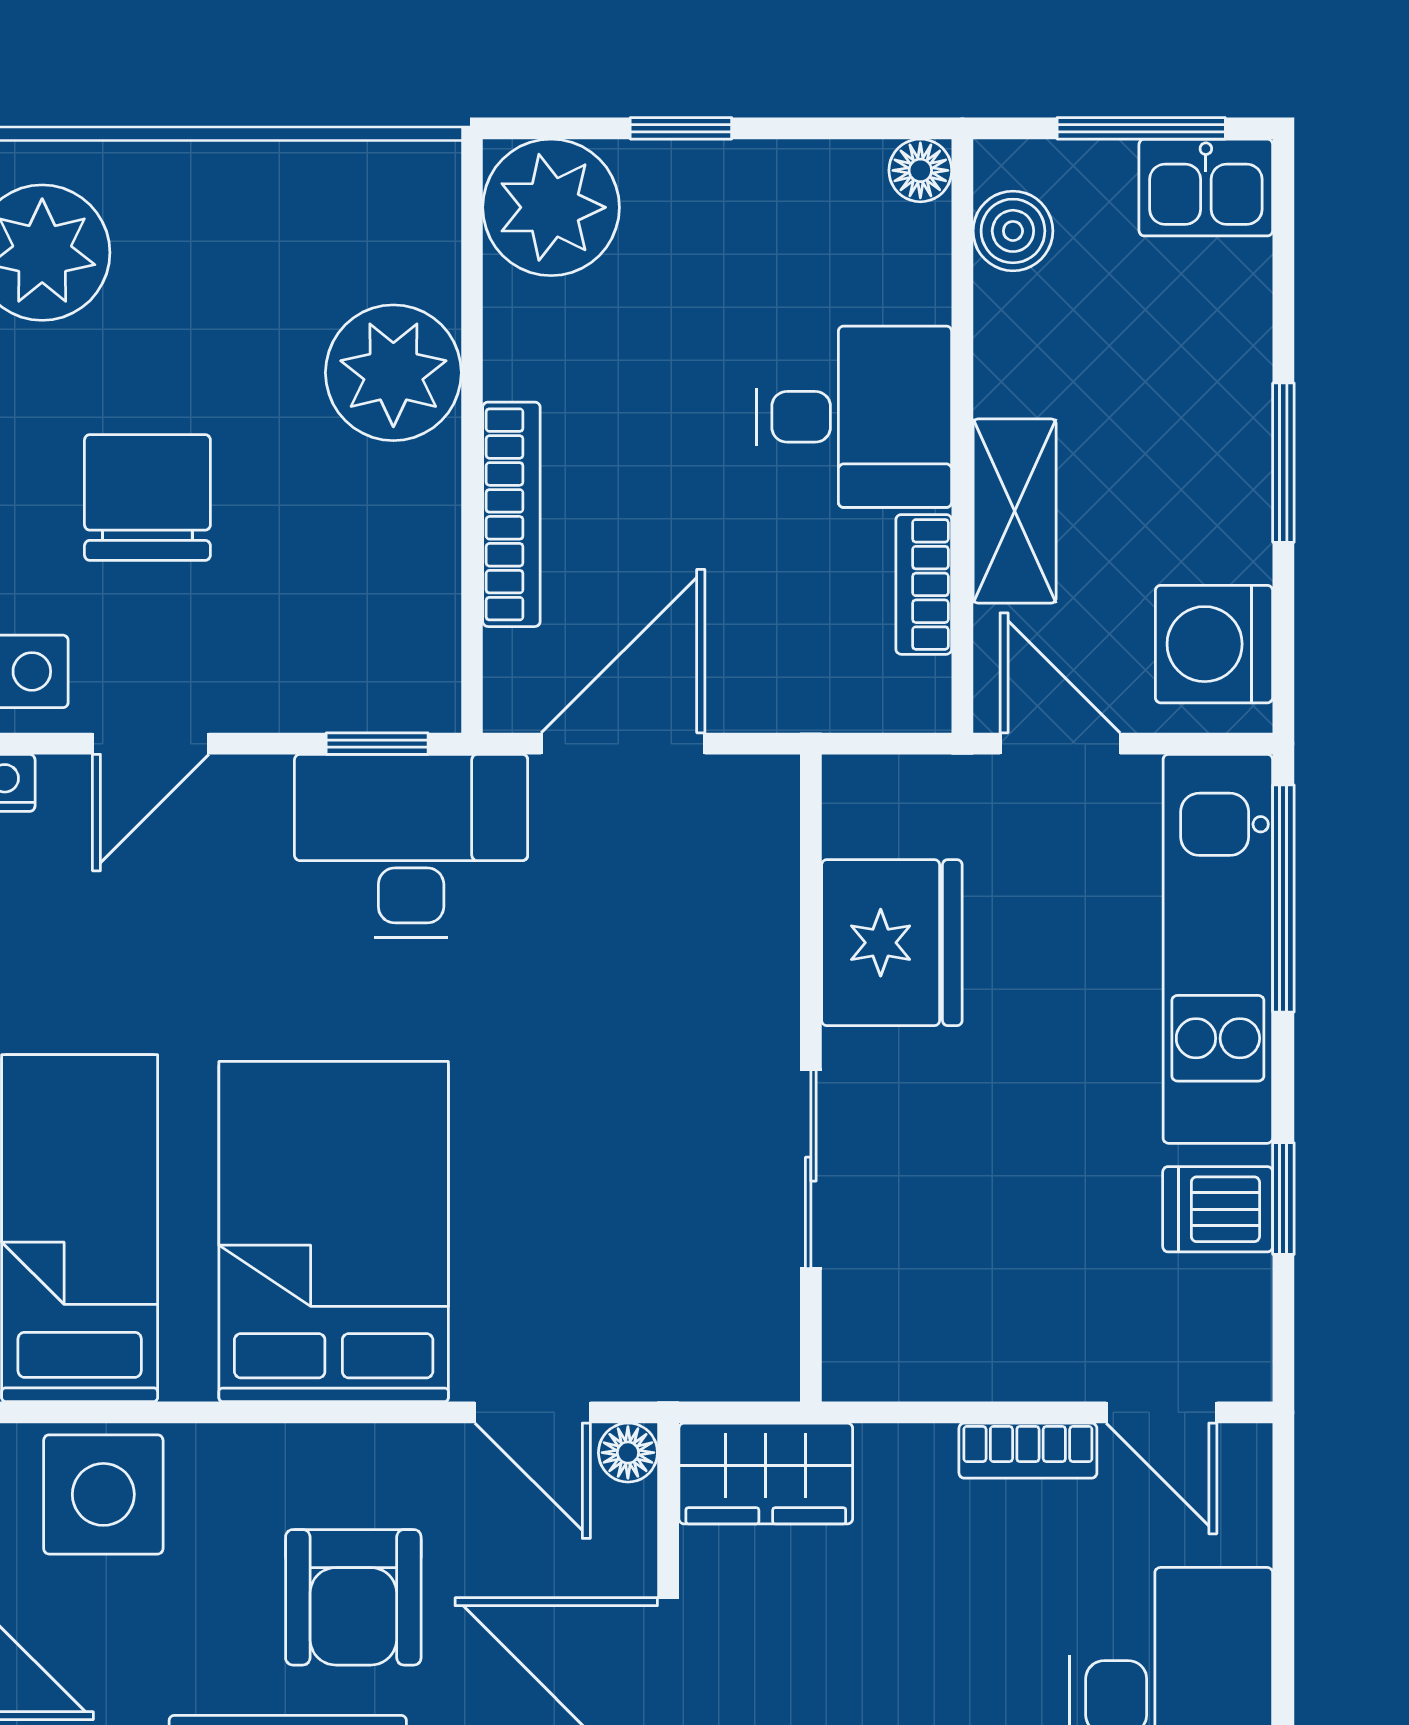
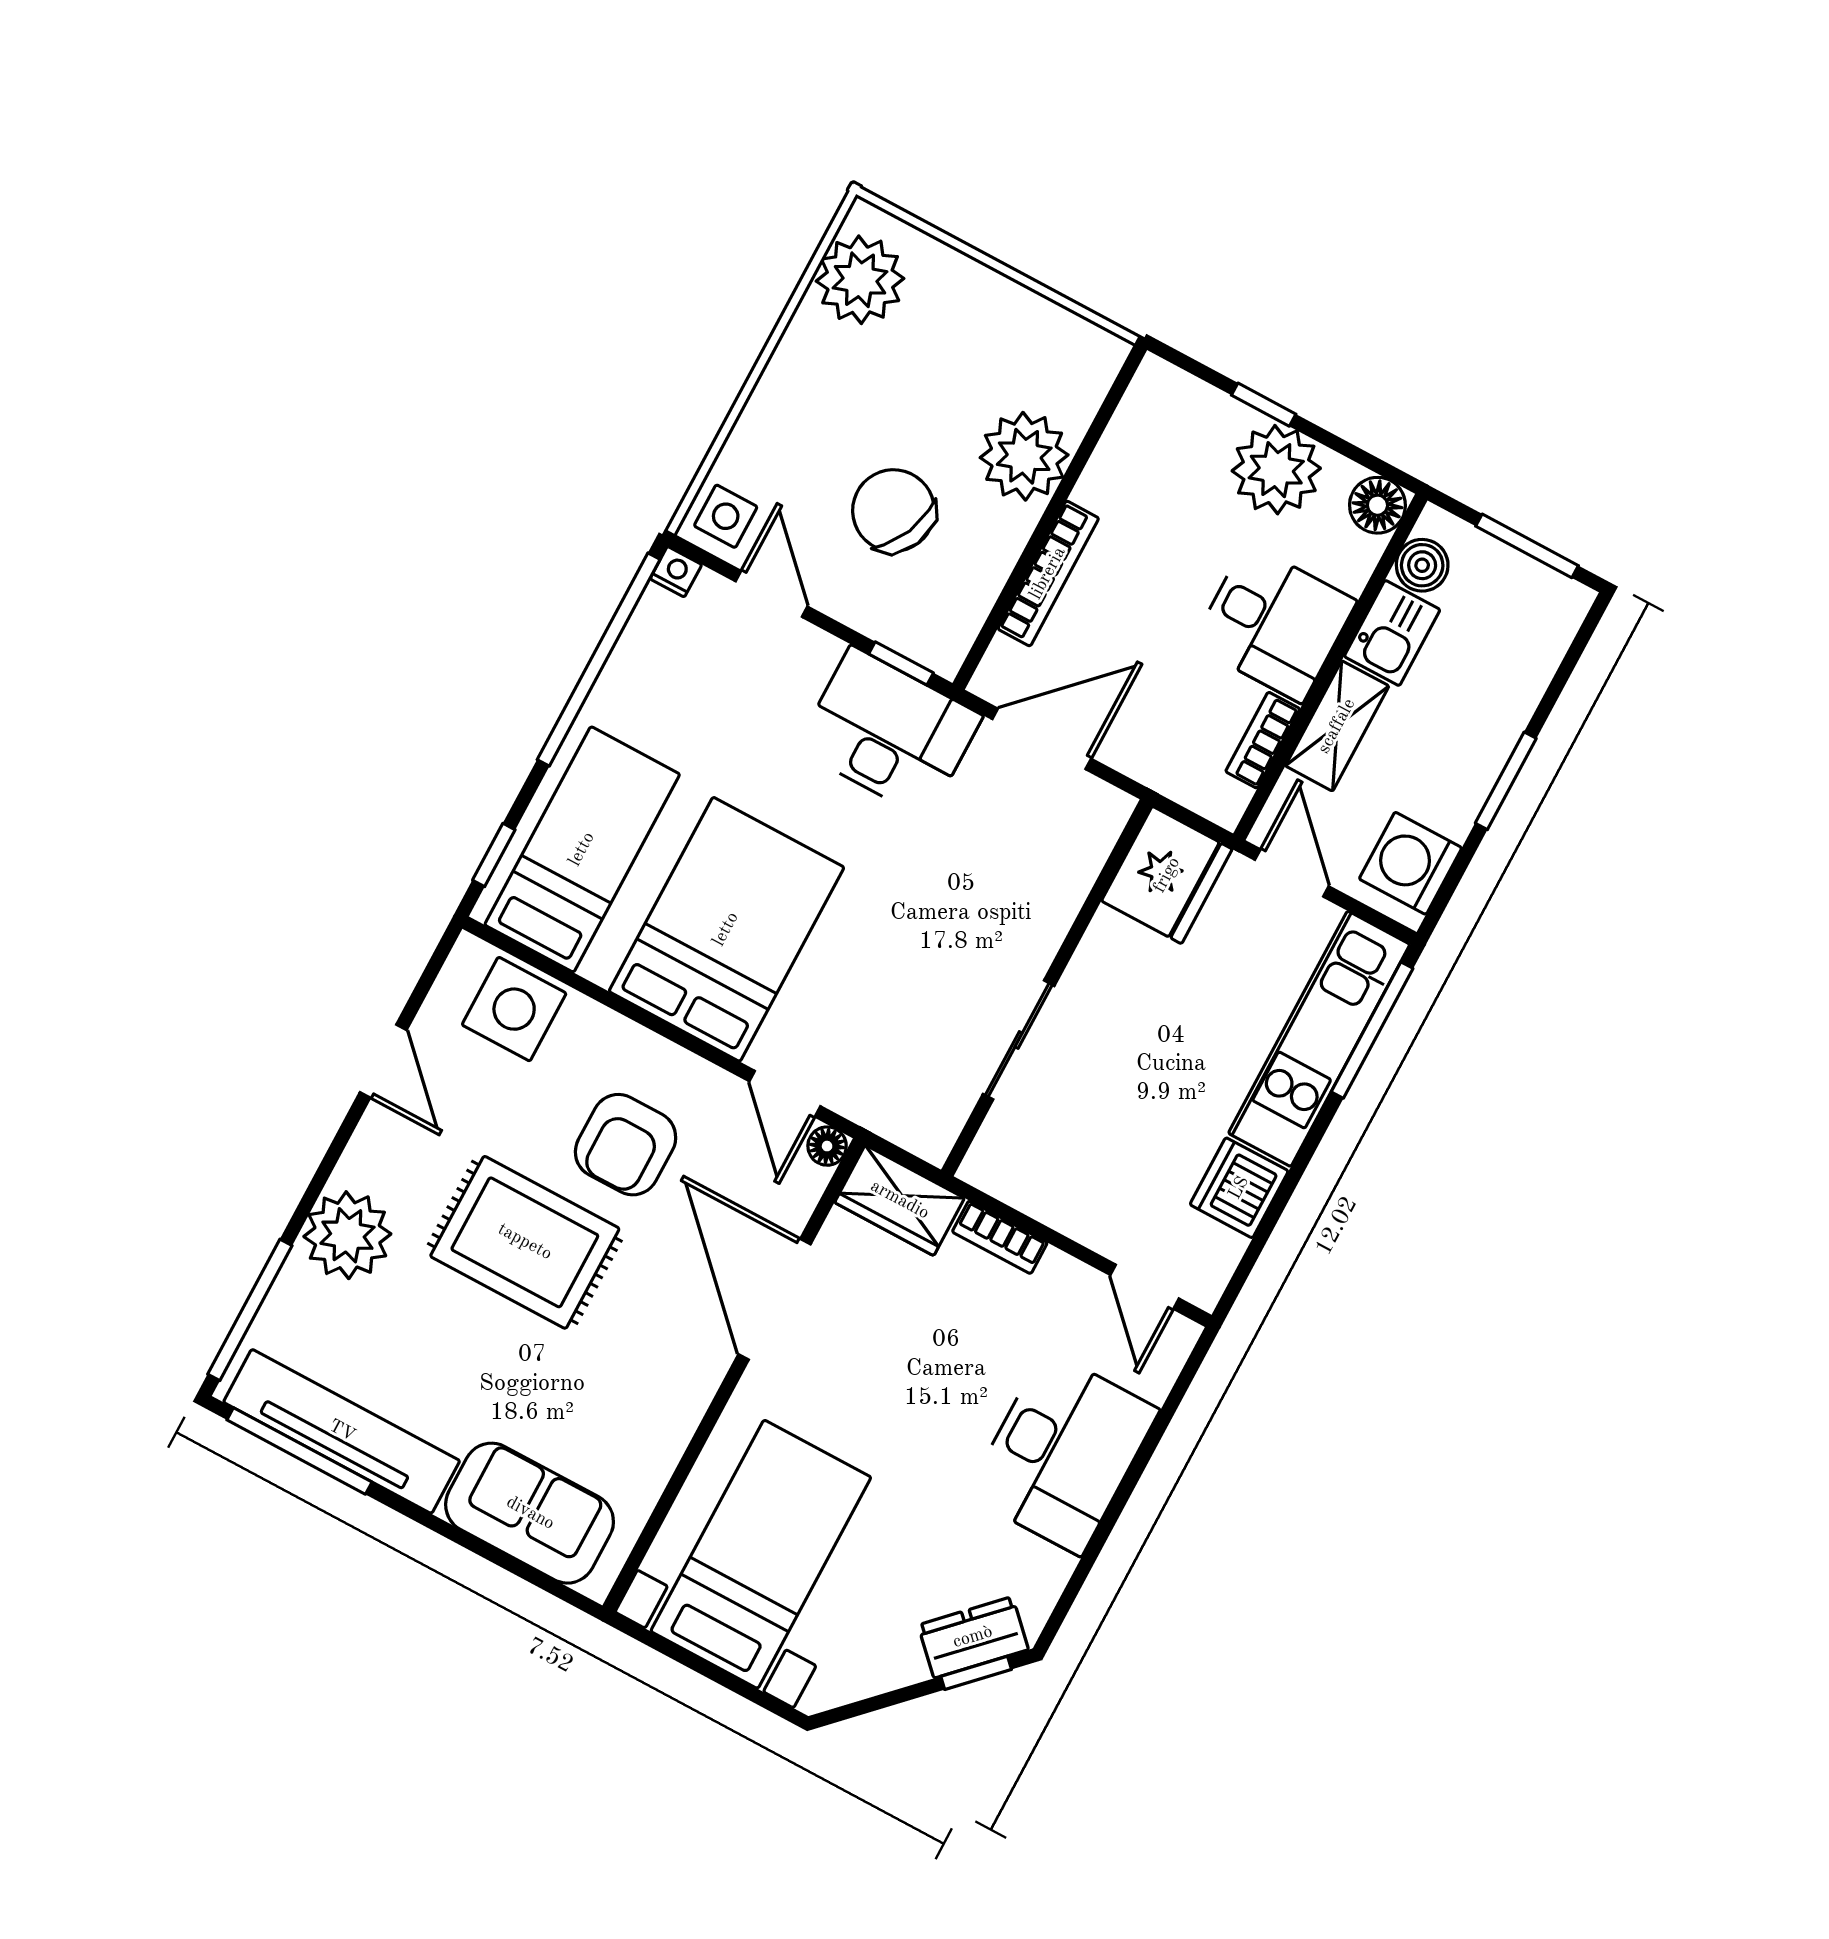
floor lamp: (920, 170) -> (1377, 505), width x1.37, depth x1.37
kitchen sink: (1206, 187) -> (1392, 633), moved, turned -90
plant: (551, 207) -> (1276, 470), moved
chair: (147, 498) -> (894, 511), moved, turned -66
door: (151, 744) -> (772, 594), swing flipped
fridge: (892, 943) -> (1167, 875), moved
window: (1283, 1199) -> (1280, 1202), removed
dishwasher: (1218, 1209) -> (1239, 1188), width x1.38
bookcase: (1028, 1451) -> (1000, 1237), moved

